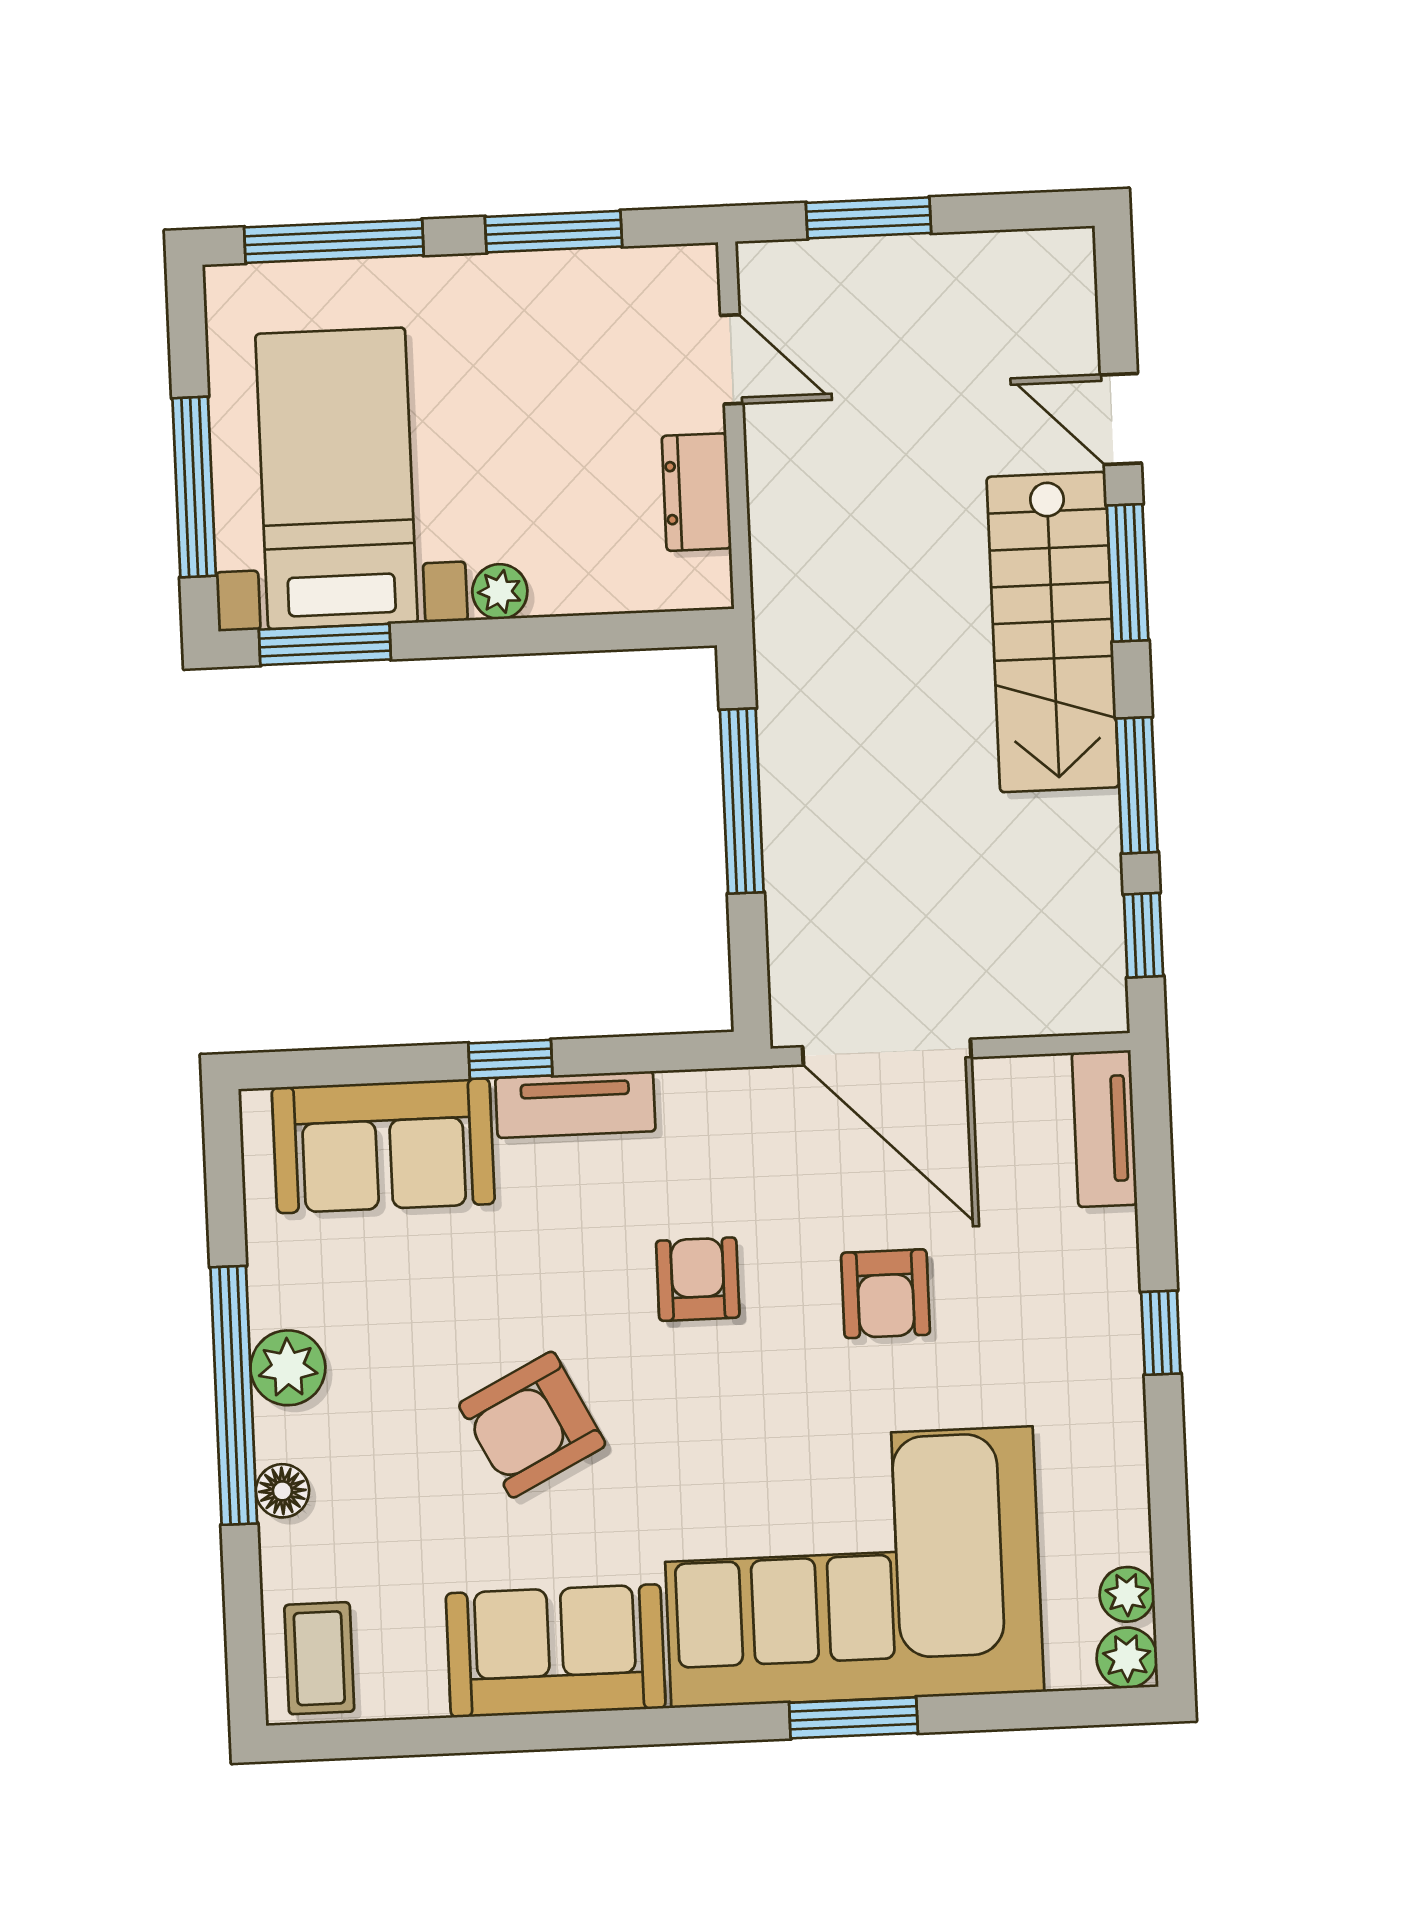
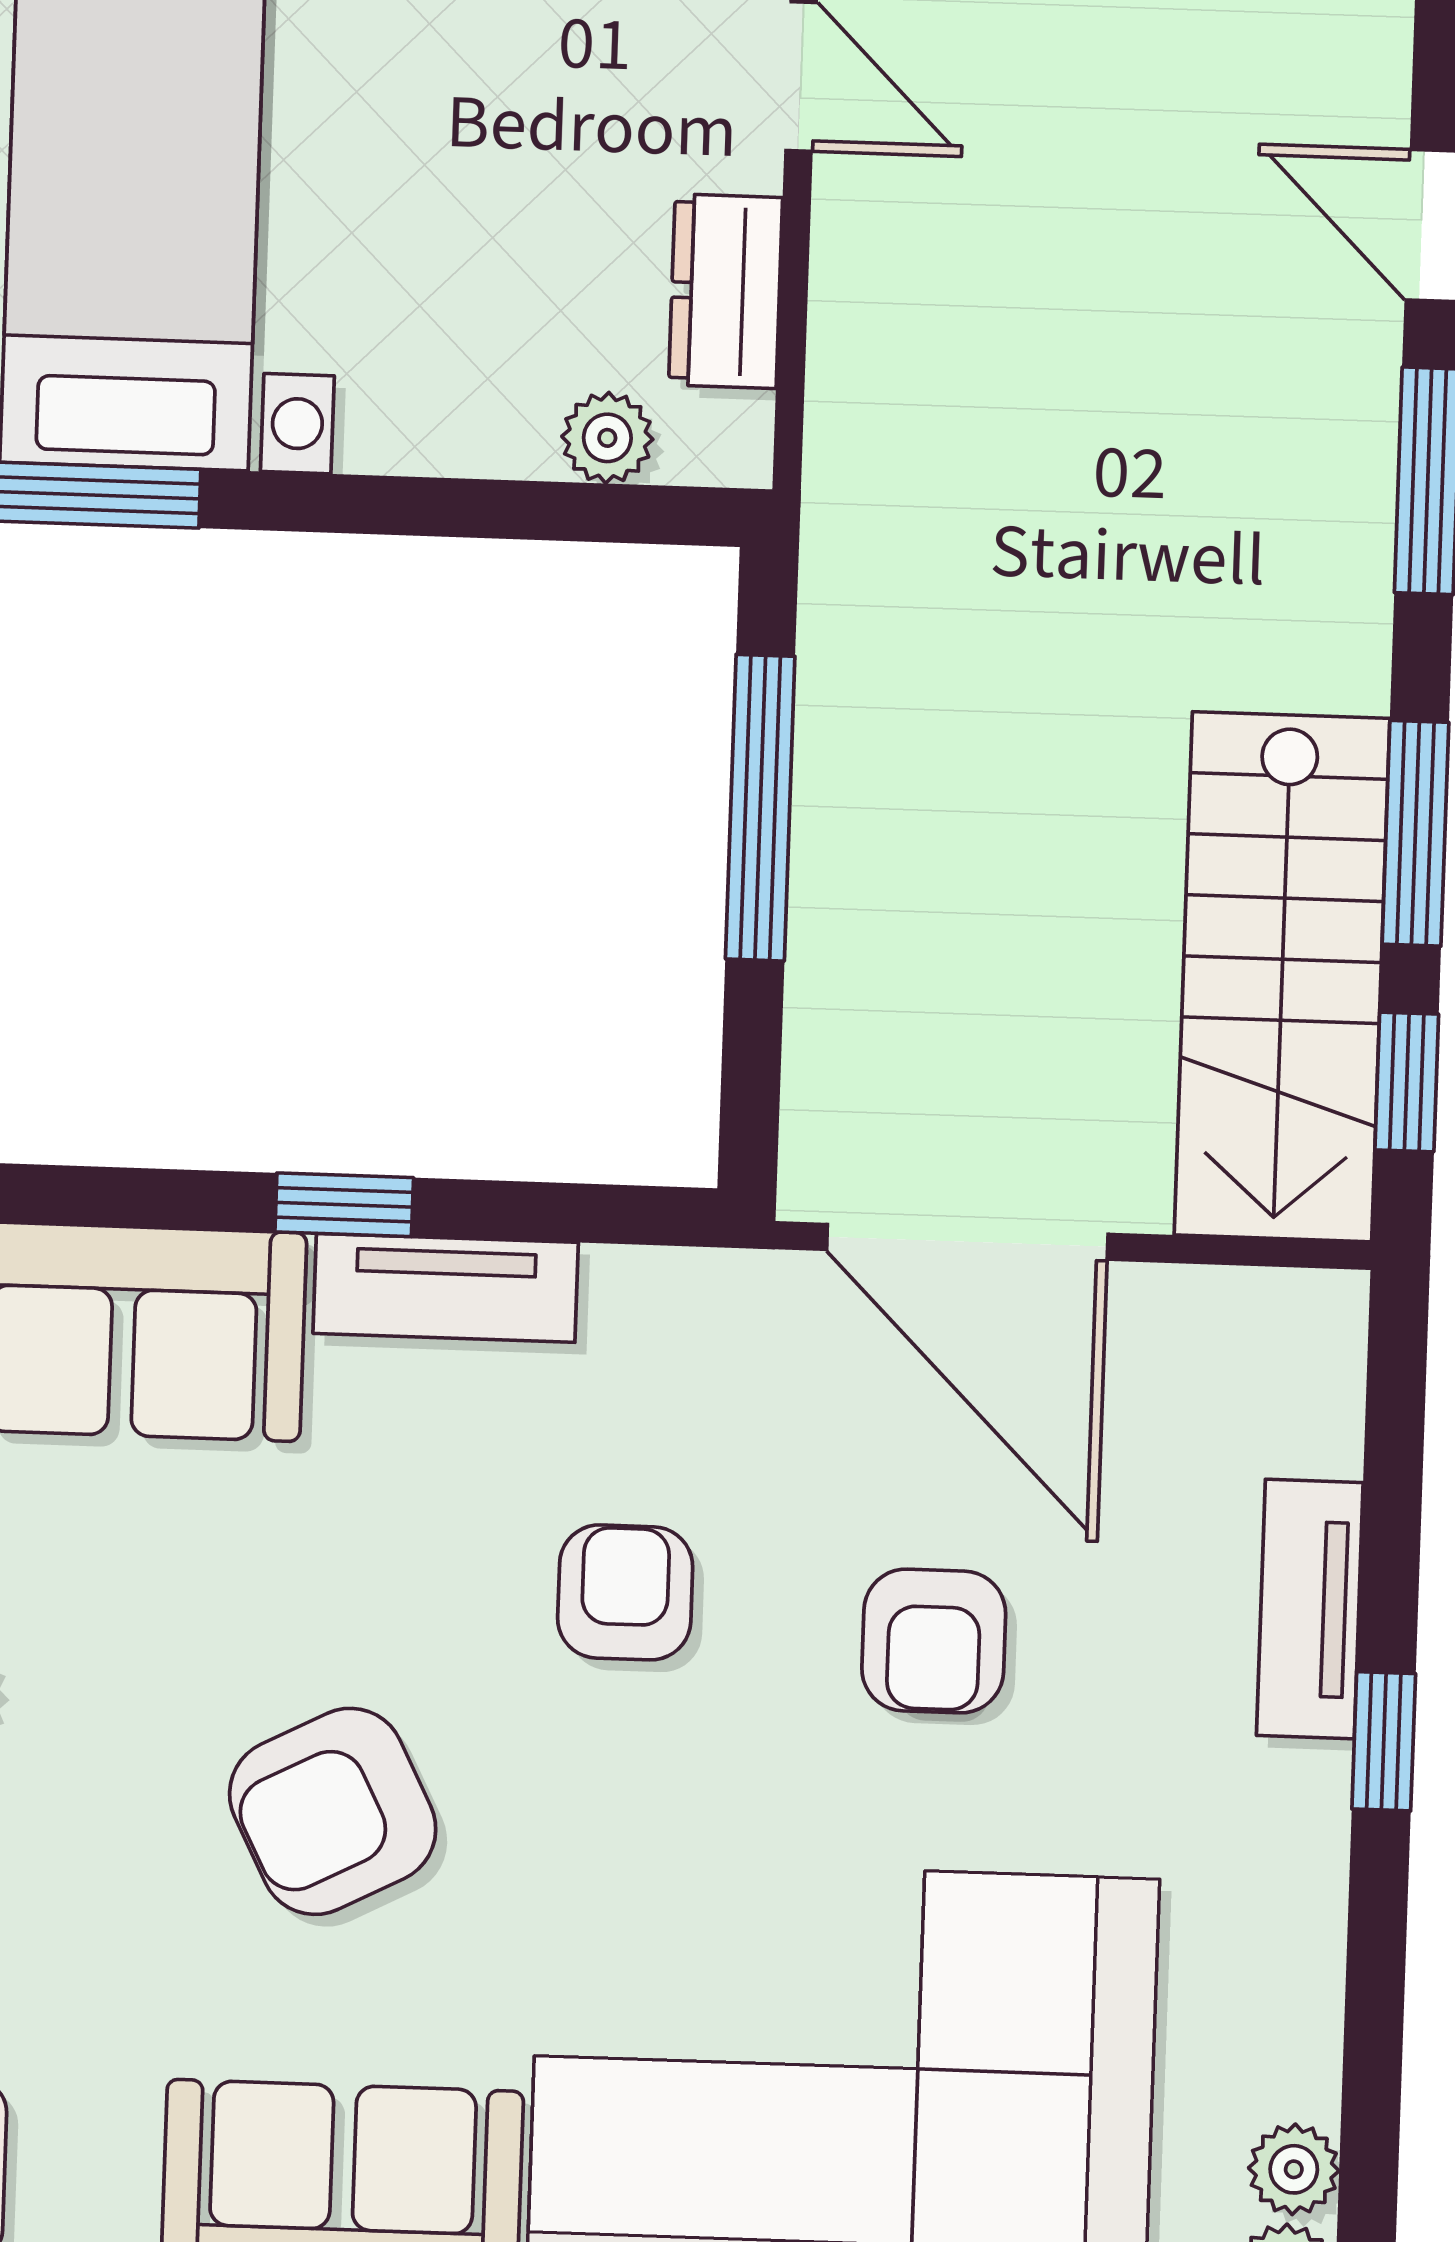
plant: (500, 592) -> (607, 438), moved
stairs: (1053, 632) -> (1282, 977), moved
tv unit: (1105, 1129) -> (1310, 1609), moved

